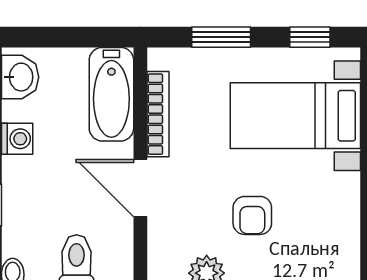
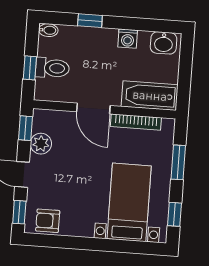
door: (140, 188) -> (93, 109), swing flipped
armchair: (252, 215) -> (48, 221), moved

